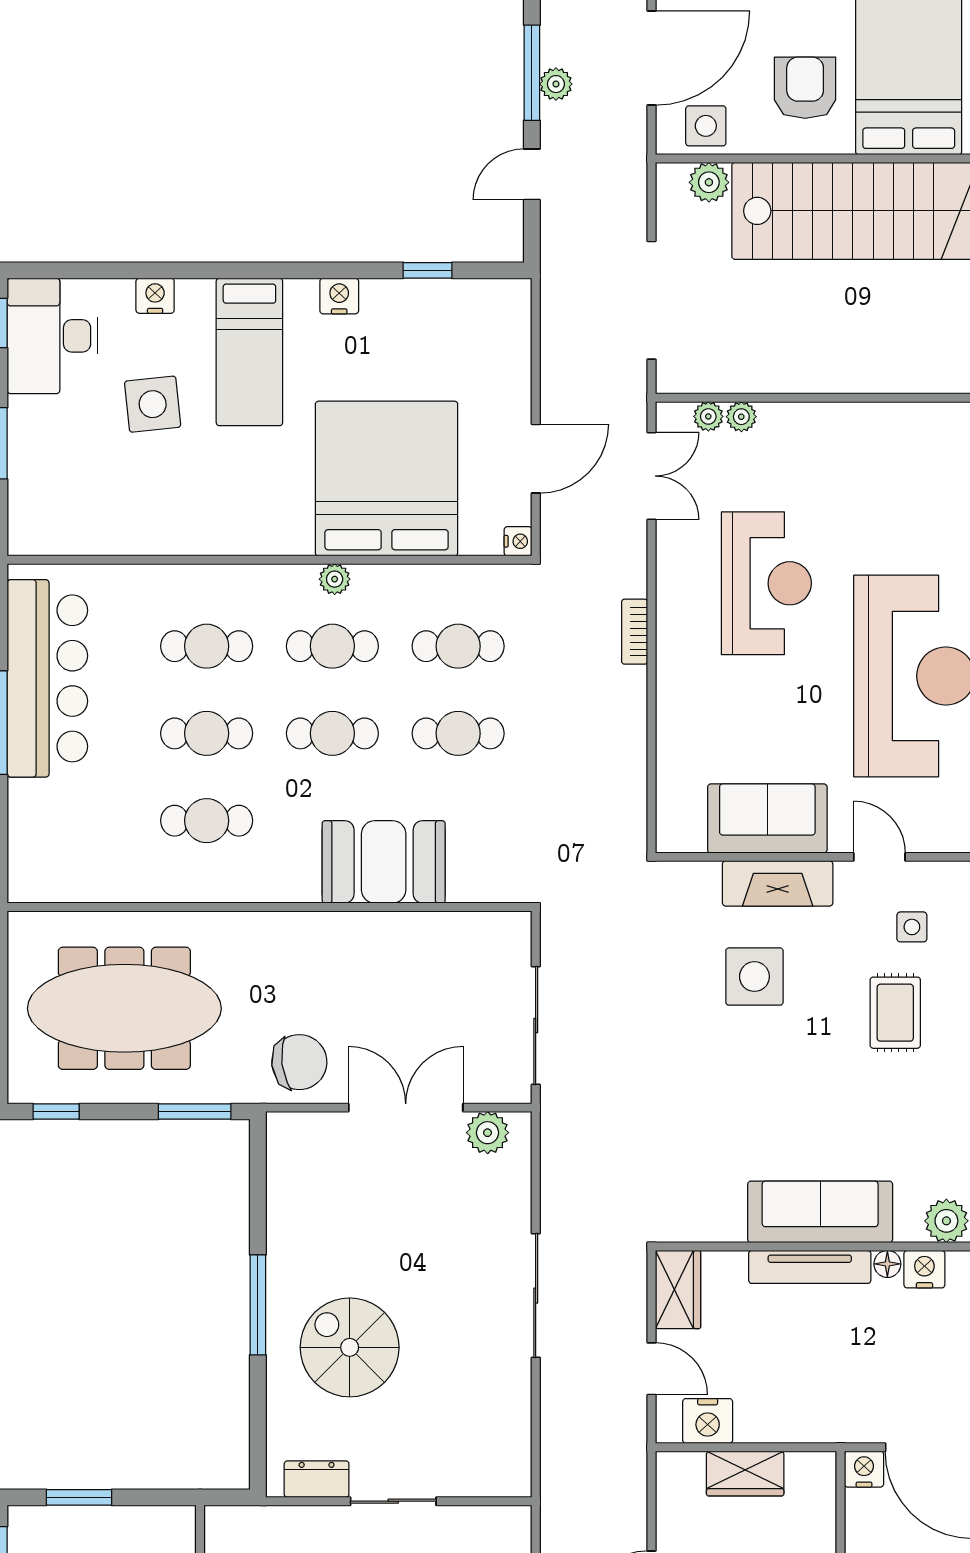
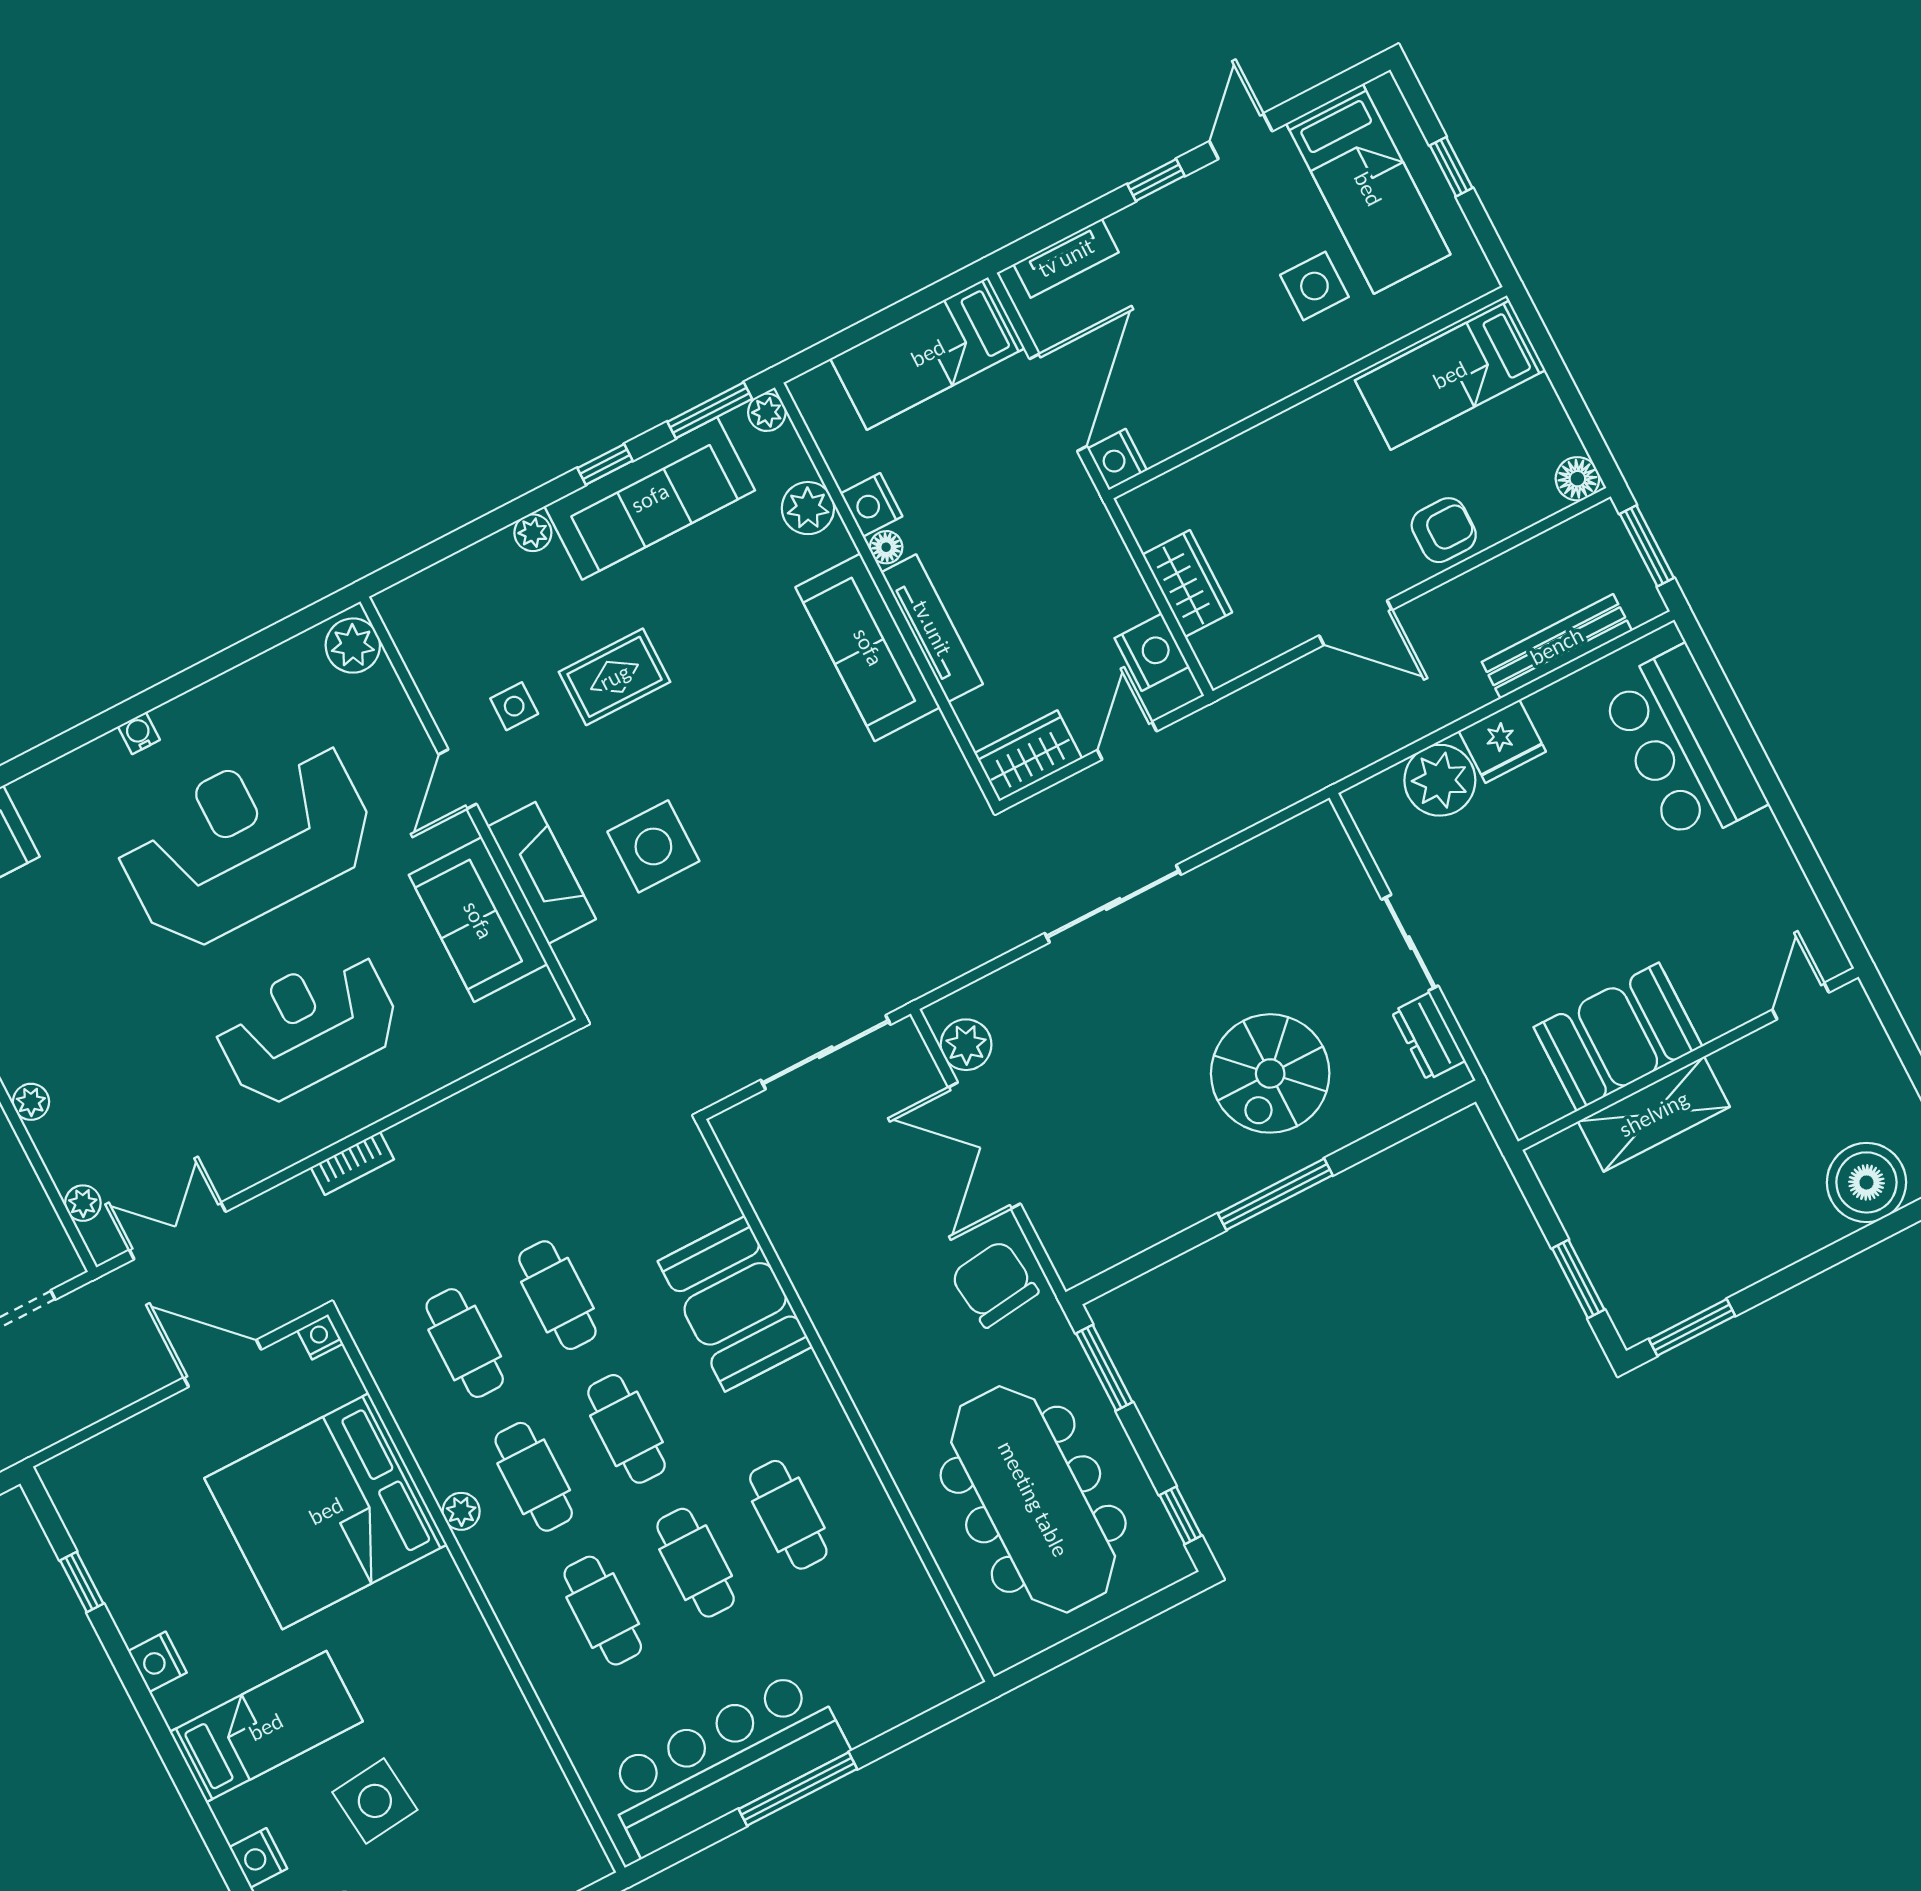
plant: (741, 417) -> (31, 1102), moved
reception desk: (766, 583) -> (307, 1026), moved

